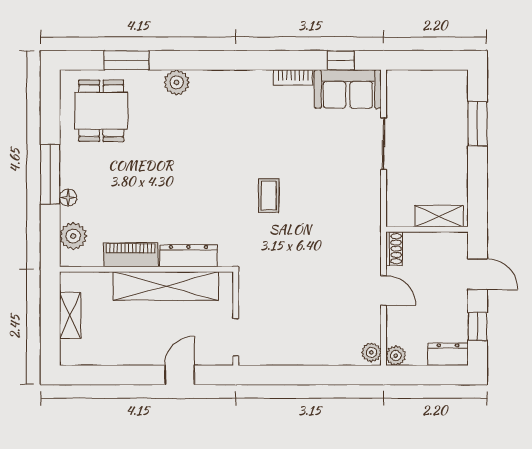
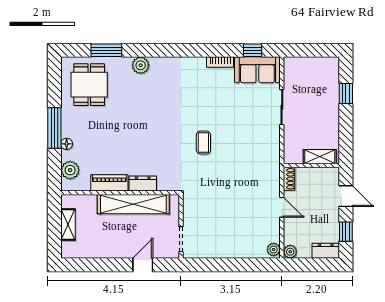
window: (477, 124) -> (346, 93), width x0.67
dresser: (188, 256) -> (143, 184), width x0.70

